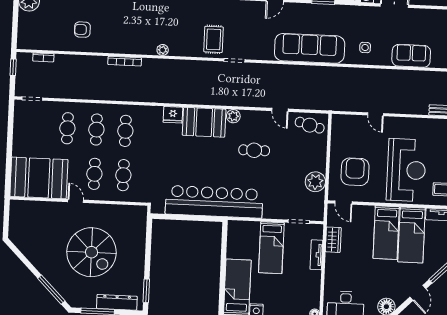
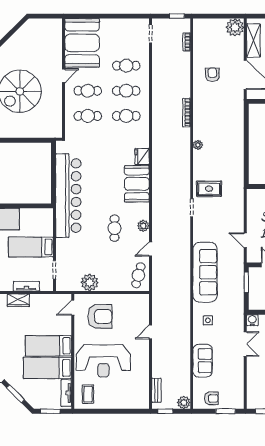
plant: (233, 116) -> (143, 226), moved
wardrobe: (333, 240) -> (18, 300), moved

